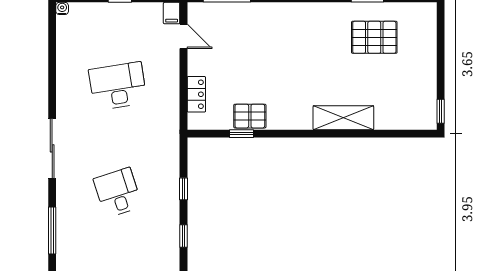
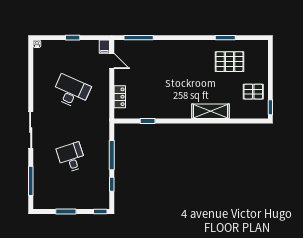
desk: (118, 86) -> (71, 92), turned 33
pallet: (250, 116) -> (253, 92), moved
window: (184, 189) -> (112, 155), width x2.17

